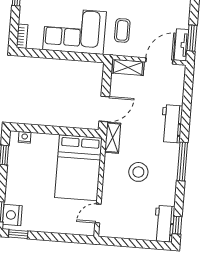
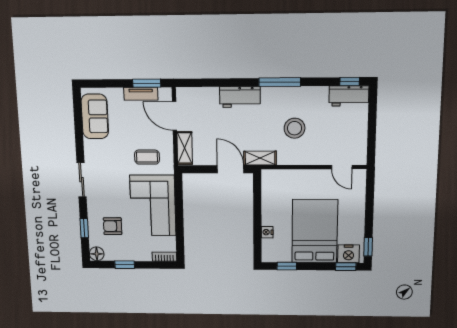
tv unit: (181, 45) -> (141, 94), moved
nightstand: (25, 137) -> (267, 232), moved
bed: (78, 168) -> (315, 231), moved, turned -90

